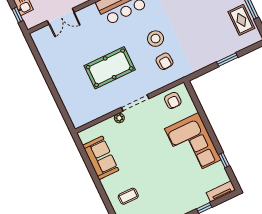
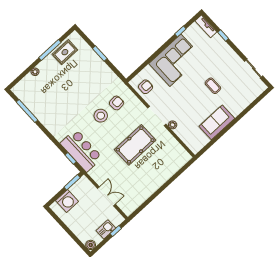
pool table: (110, 68) -> (135, 145), turned 90
sofa: (101, 158) -> (217, 122), moved
coffee table: (128, 196) -> (213, 86), moved

